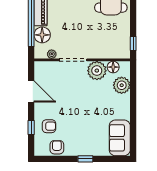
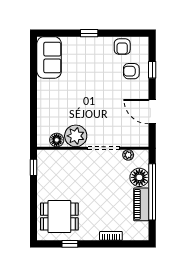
plant: (122, 85) -> (47, 119), removed

